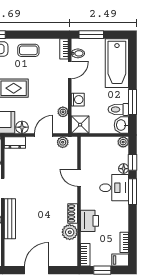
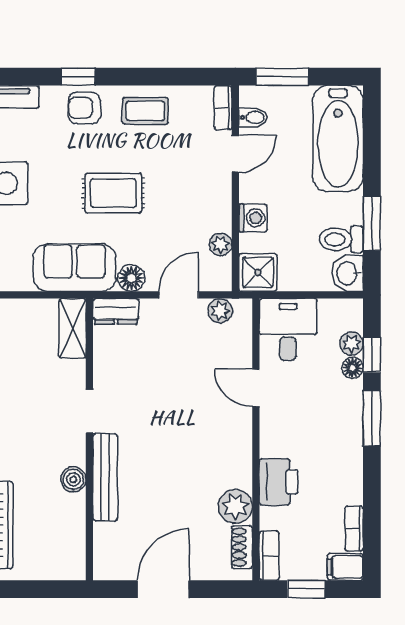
plant: (123, 142) -> (352, 343), moved
desk: (114, 188) -> (288, 330), moved, turned -90
shoe rack: (73, 213) -> (242, 547), moved

